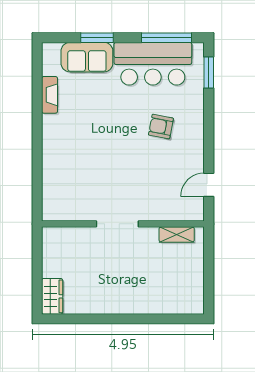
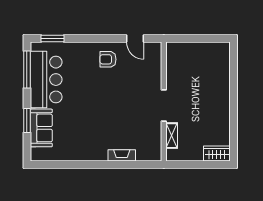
fireplace: (50, 95) -> (122, 155), moved
armchair: (161, 127) -> (108, 59), moved, turned 79
shelving: (177, 234) -> (172, 136), moved

